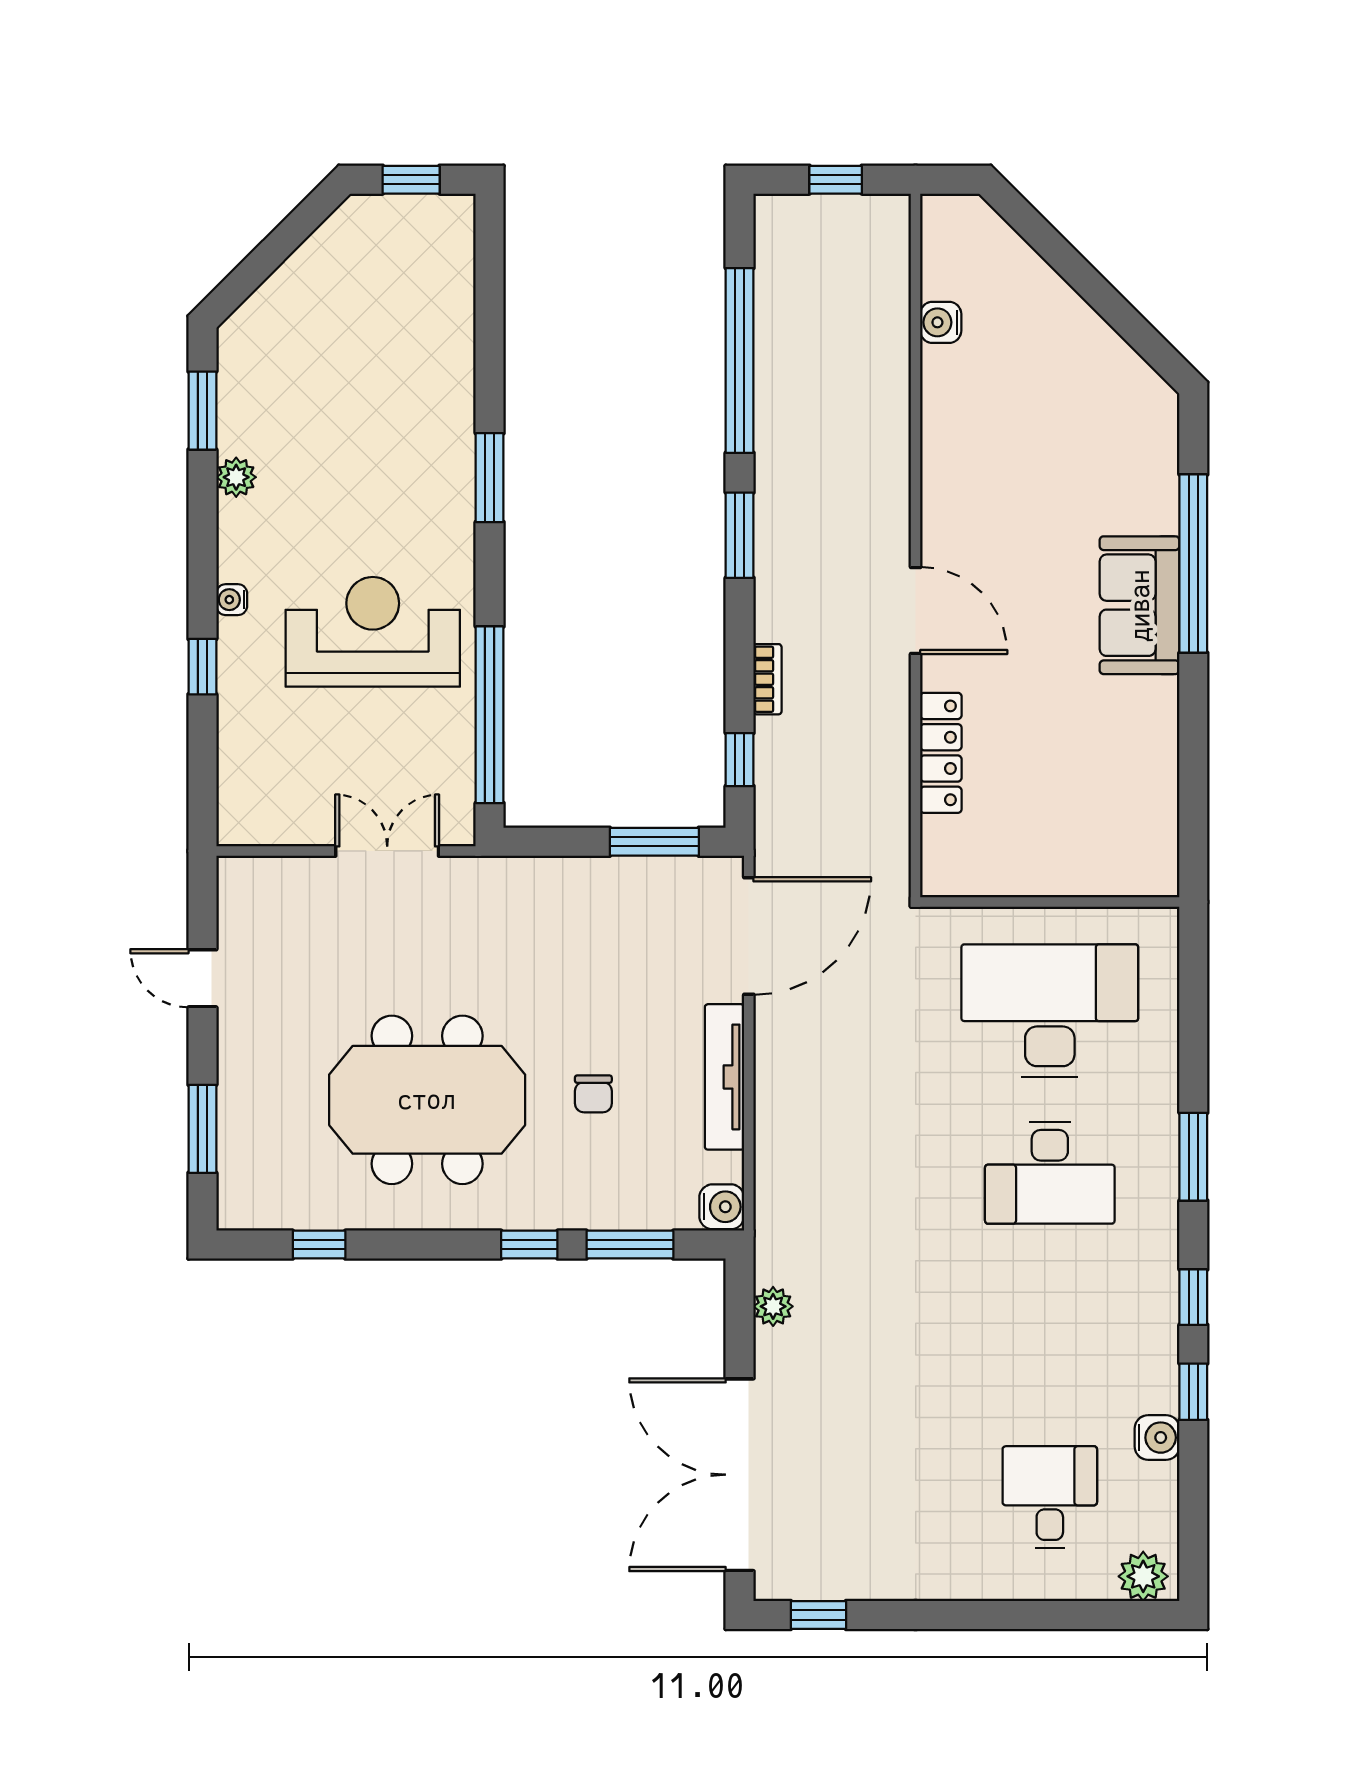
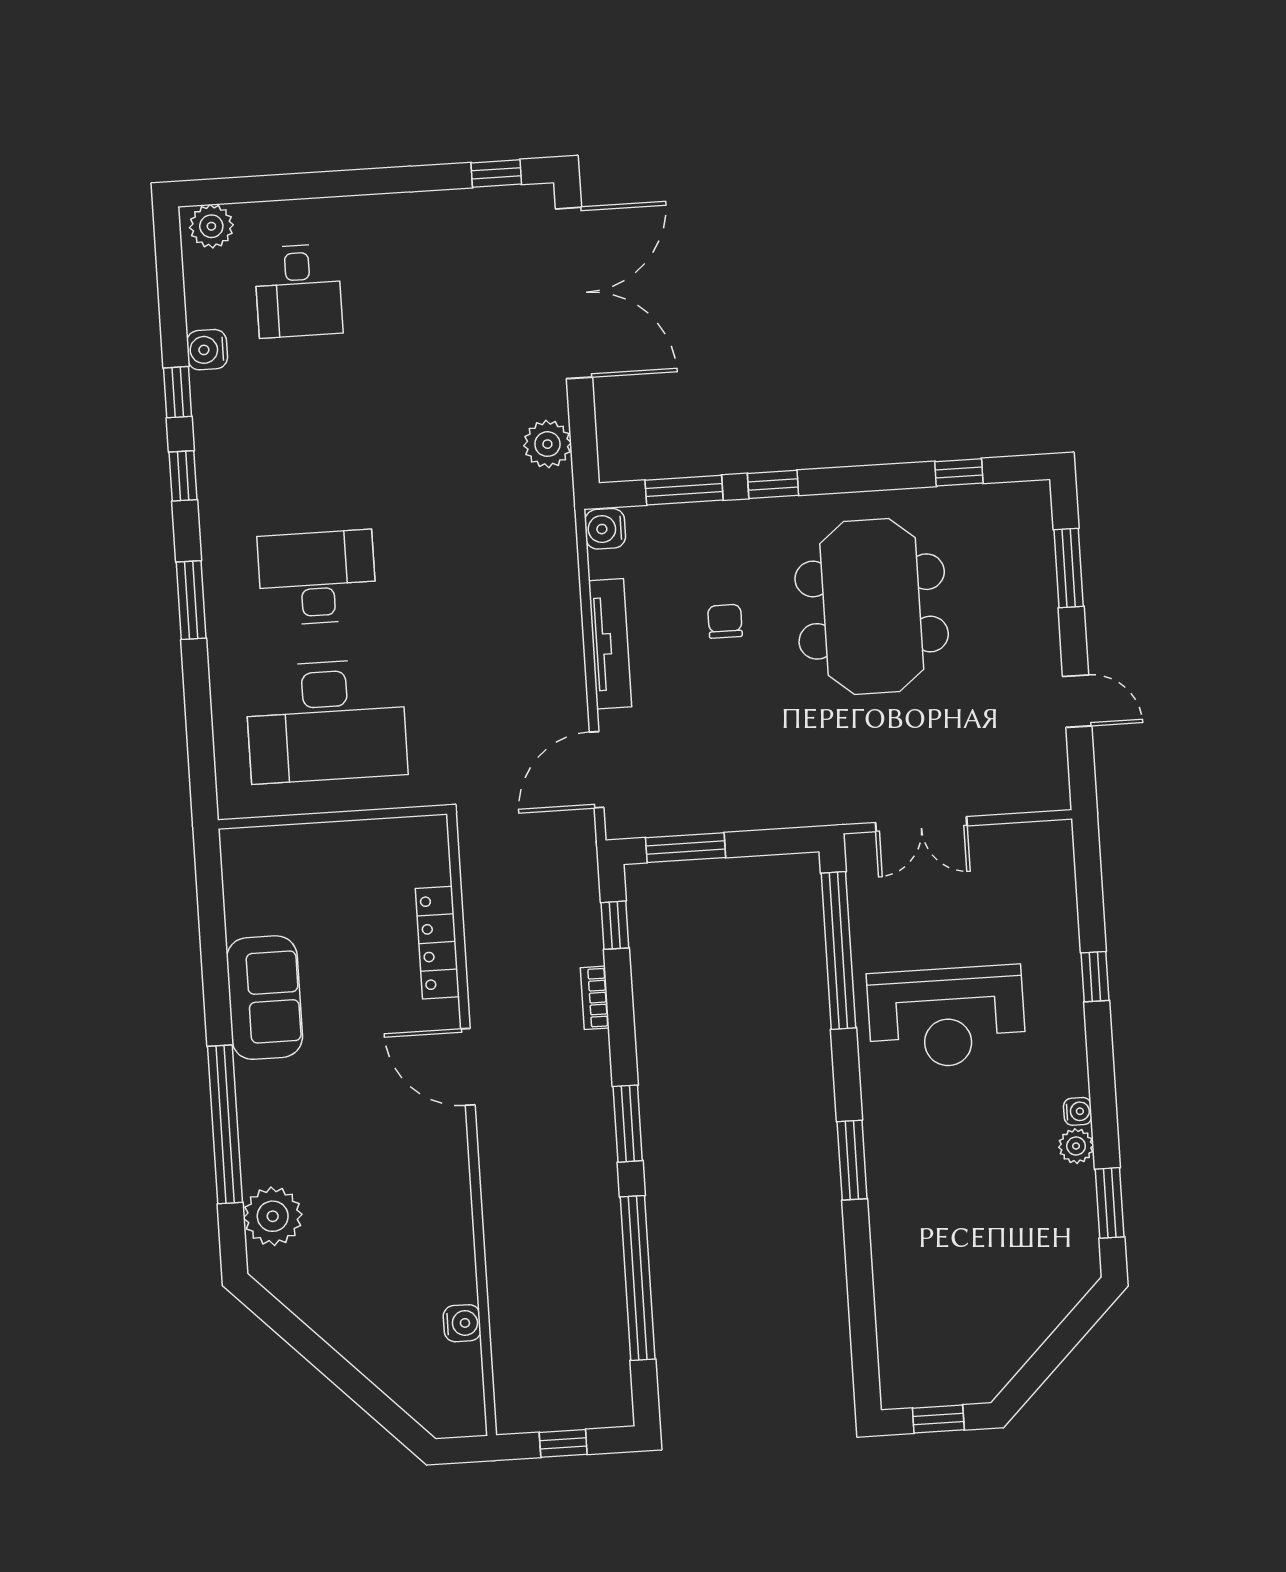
plant: (1146, 457) -> (273, 1216), added
water cooler: (232, 600) -> (1078, 1111), moved
sofa: (1140, 605) -> (264, 998), moved
door: (749, 936) -> (597, 770), width x0.73
meeting table: (427, 1100) -> (872, 607), turned 90
plant: (773, 1306) -> (547, 444), width x1.38, depth x1.38

